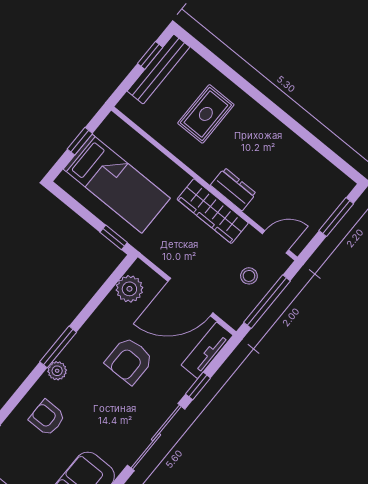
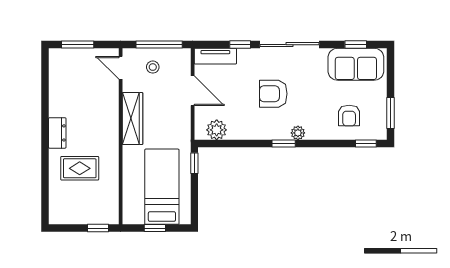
window: (150, 55) -> (98, 228), moved
bench: (159, 69) -> (76, 217), removed
dresser: (233, 189) -> (57, 133), moved, turned 180
door: (190, 297) -> (193, 91), width x0.73
window: (58, 347) -> (284, 144), width x0.67
armchair: (129, 361) -> (273, 94), moved, turned 180
armchair: (47, 418) -> (349, 116), moved

